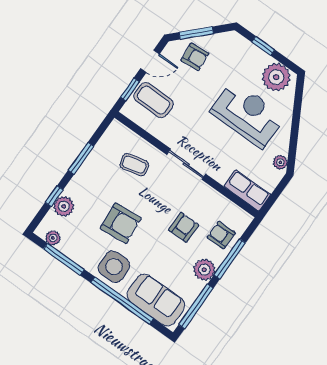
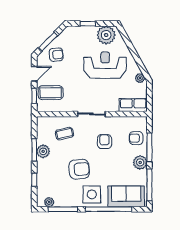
plant: (64, 206) -> (43, 151), moved
armchair: (184, 227) -> (104, 142), moved

